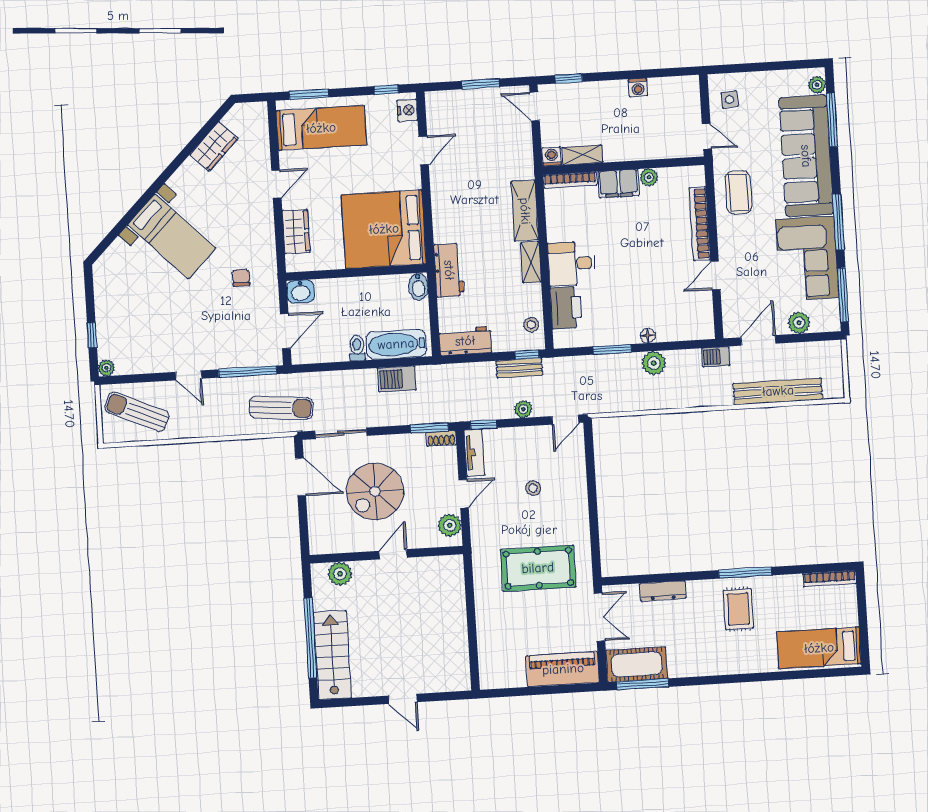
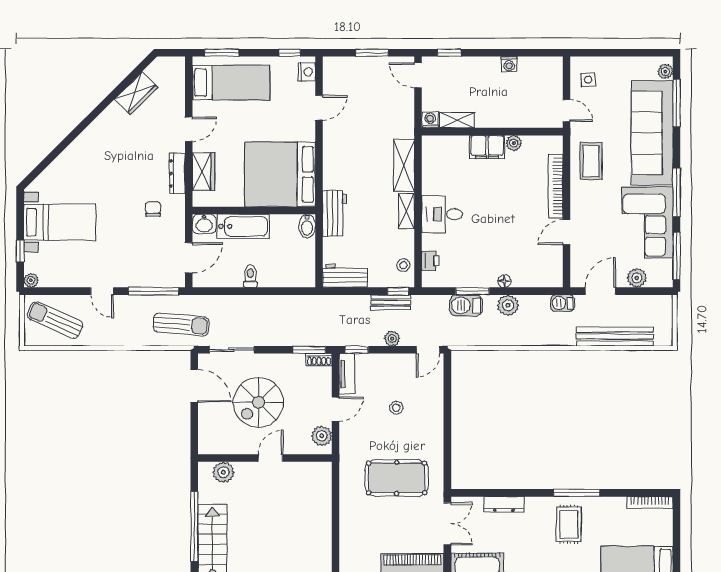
bookcase: (570, 180) -> (445, 141), removed
bed with nightstands: (172, 236) -> (60, 222), moved, turned -45
dresser: (266, 236) -> (177, 173), added
printer: (566, 308) -> (430, 261), width x0.53, depth x0.68
bathtub: (396, 344) -> (243, 226), moved, turned 180
barbecue: (397, 379) -> (466, 305), moved

